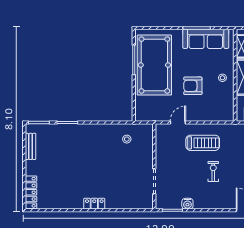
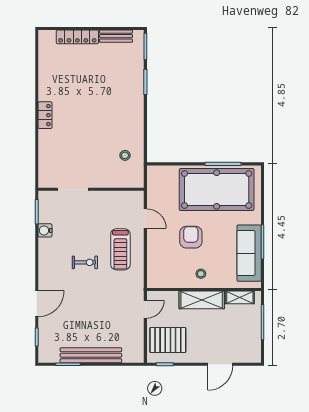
locker: (31, 192) -> (77, 37), moved

